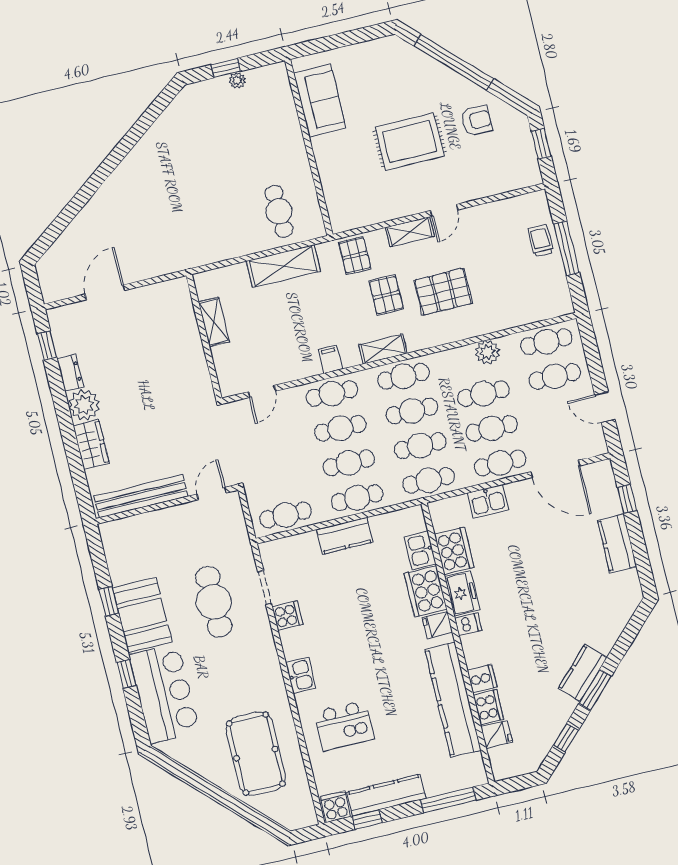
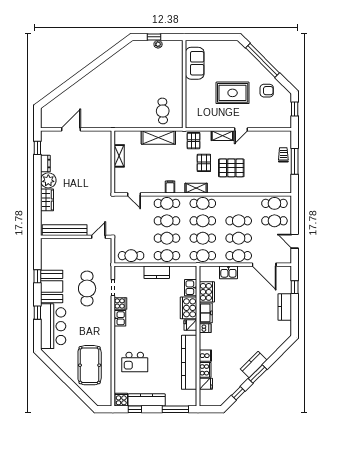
plant: (487, 352) -> (245, 202), removed
door: (262, 391) -> (134, 194), hinge flipped
kitchen sink: (301, 675) -> (120, 318), moved

